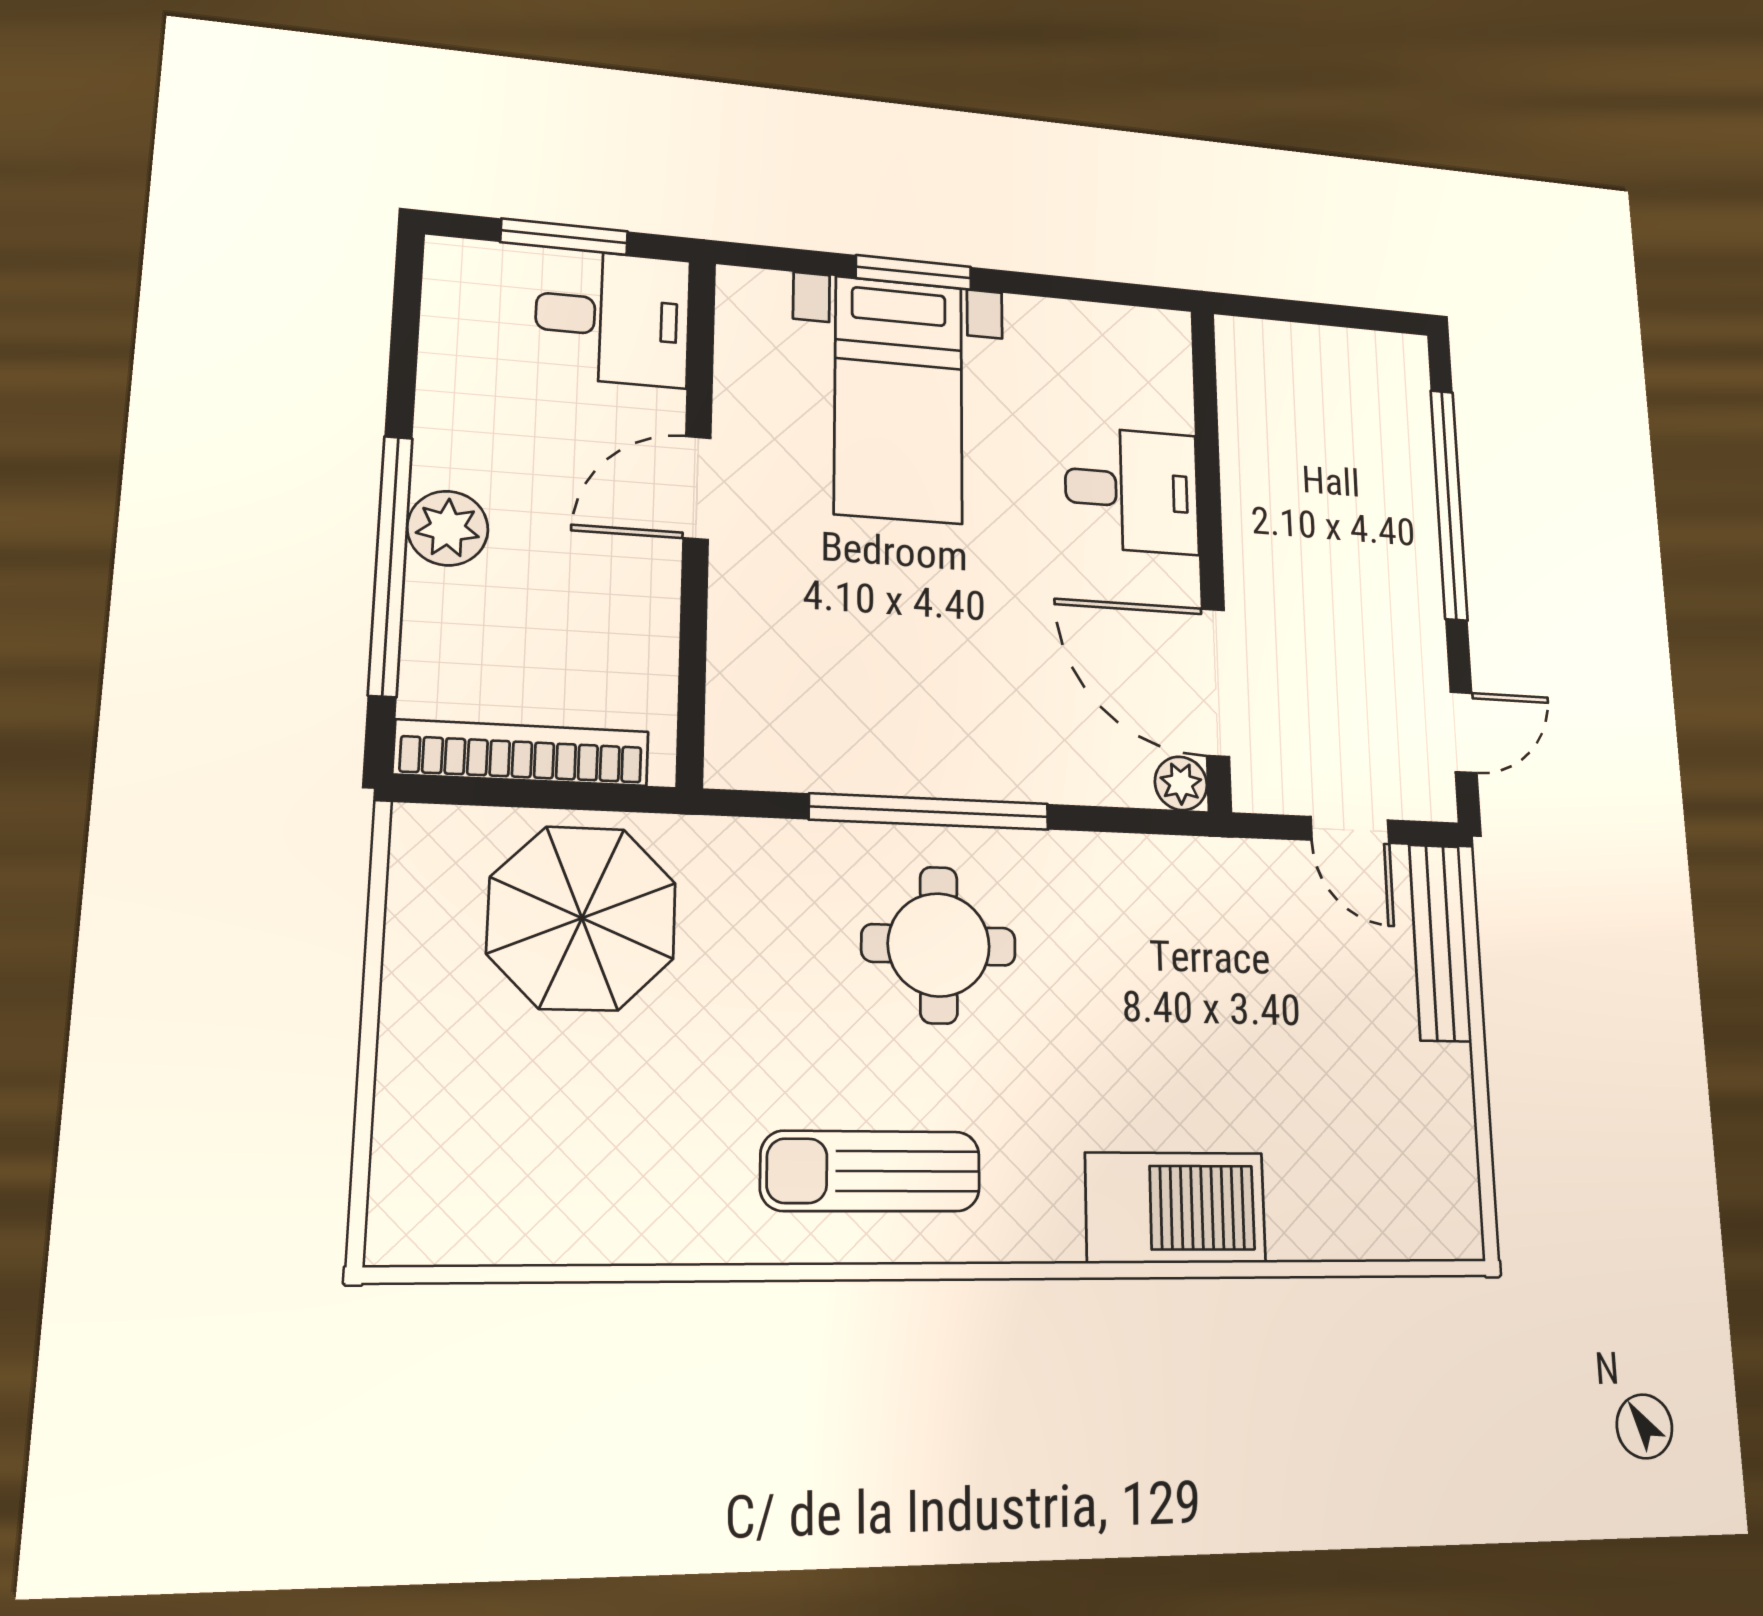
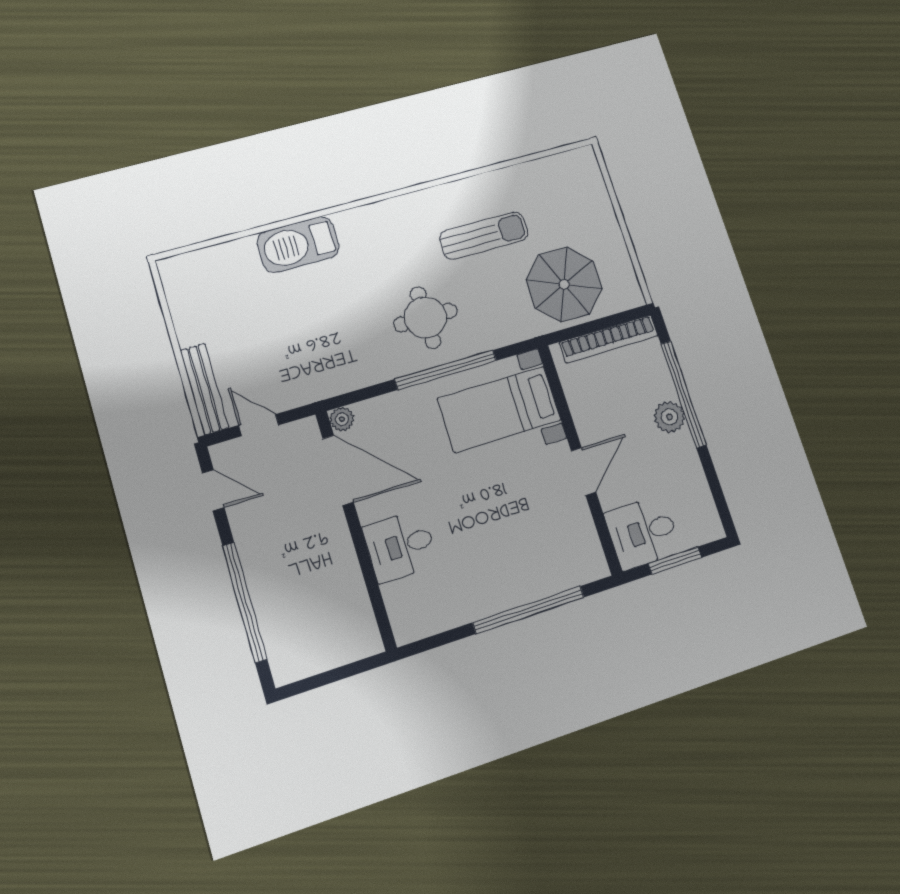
window: (914, 272) -> (529, 610), width x2.11
bed with nightstands: (899, 399) -> (499, 409), moved, turned -90
door: (1464, 732) -> (213, 490), swing flipped
sun lounger: (871, 1171) -> (484, 236), moved

